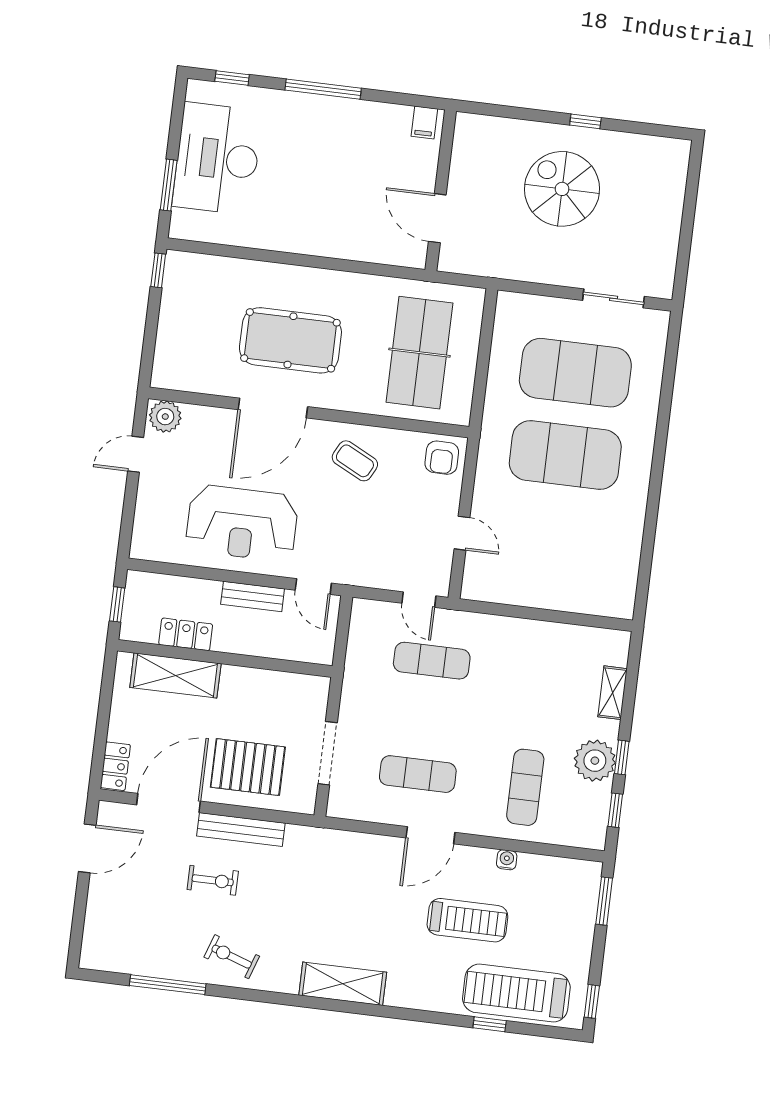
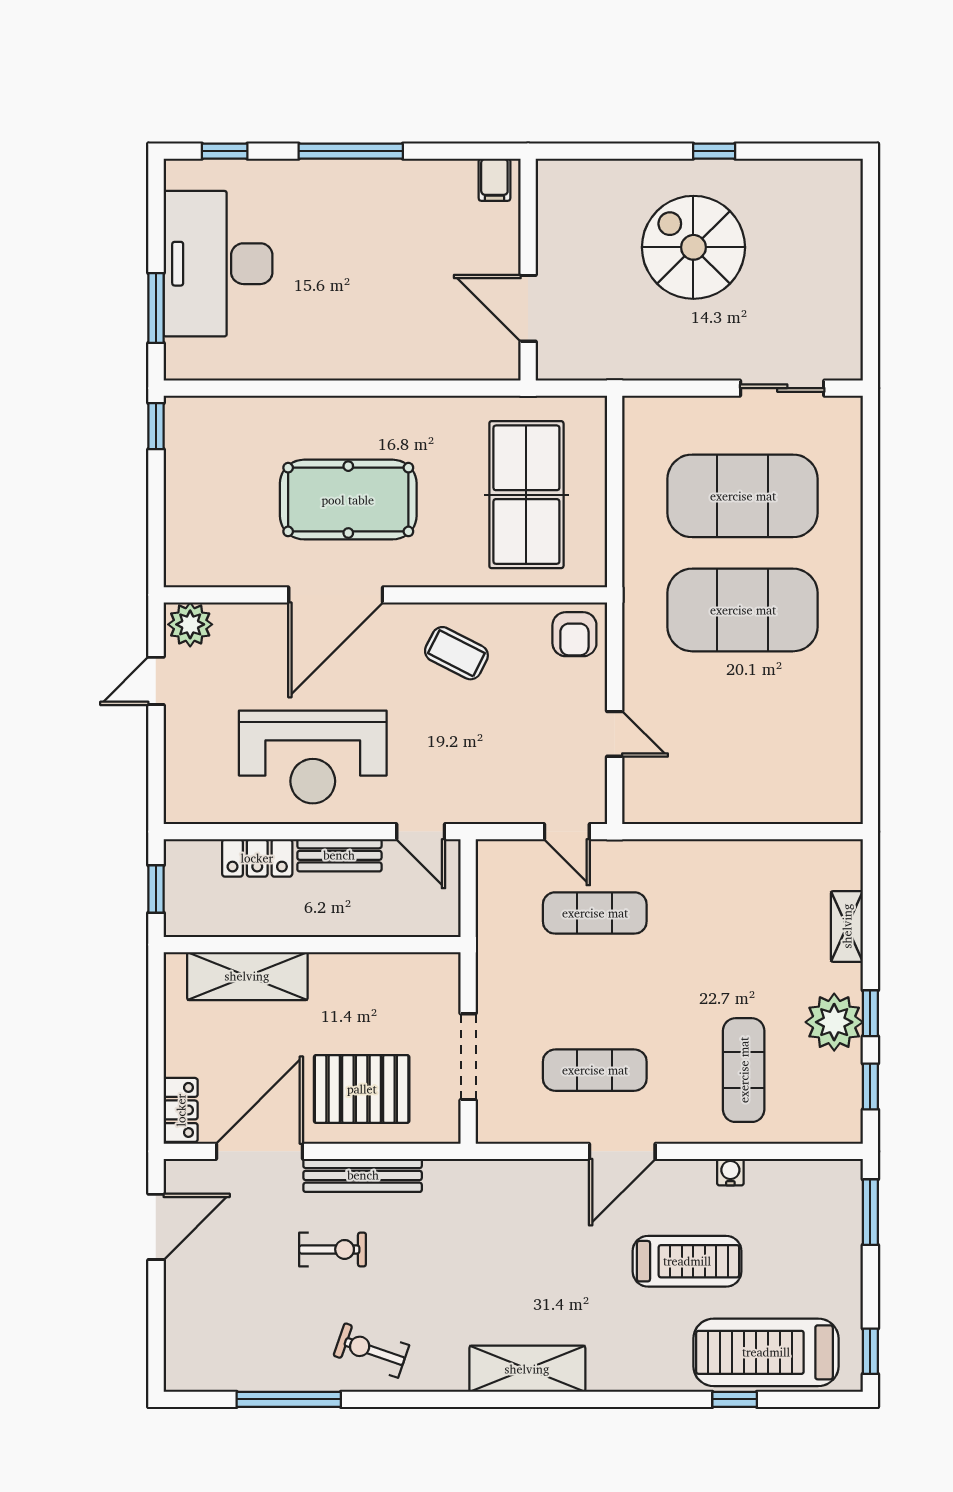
locker: (186, 634) -> (257, 858), moved, turned 180

